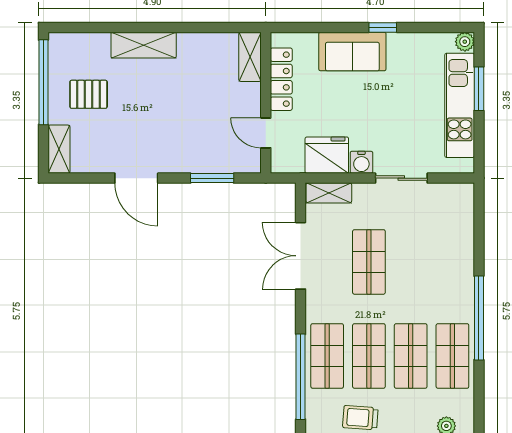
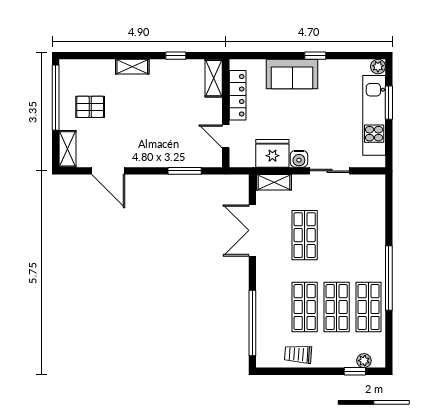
window: (200, 27) -> (176, 56), added
shelving: (144, 45) -> (132, 67), width x0.67, depth x0.75
door: (136, 178) -> (108, 171), moved
shop shelf: (327, 356) -> (273, 307), removed

